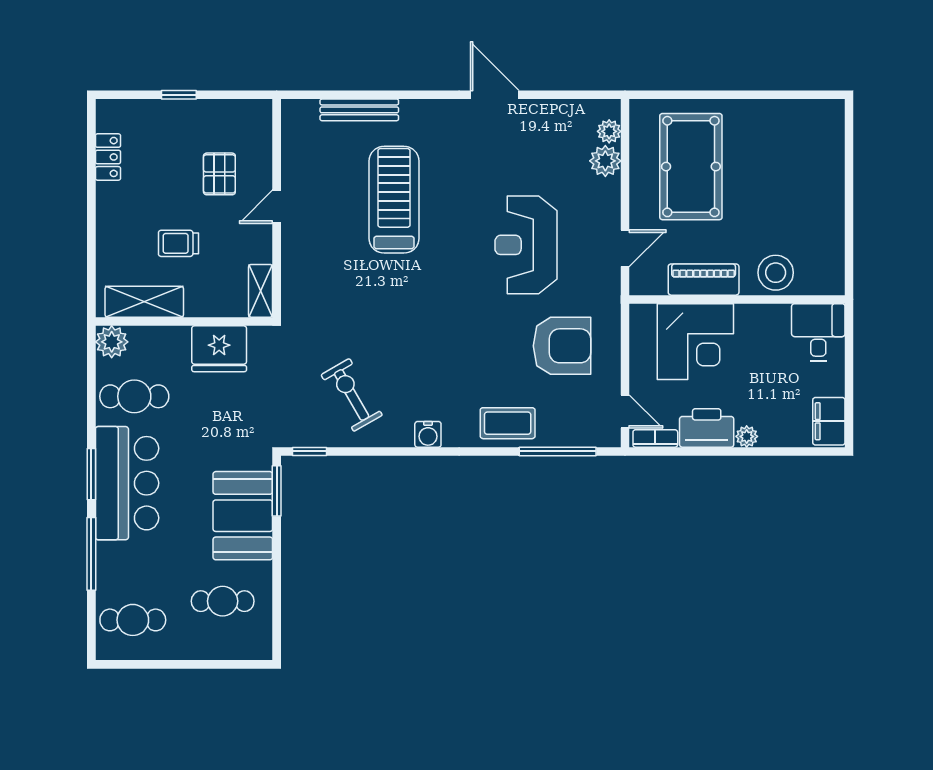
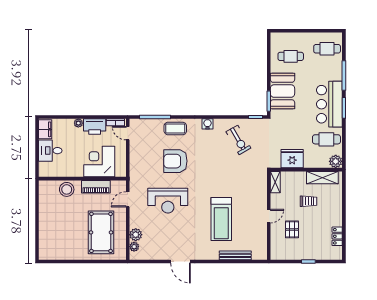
reception desk: (526, 245) -> (168, 201), turned 90
desk: (818, 332) -> (50, 151), moved, turned 90
armchair: (562, 346) -> (175, 161), moved

